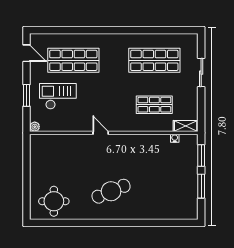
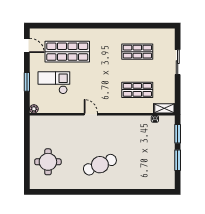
shop shelf: (154, 60) -> (137, 52), width x0.70, depth x0.74
round table: (54, 201) -> (48, 162), moved

